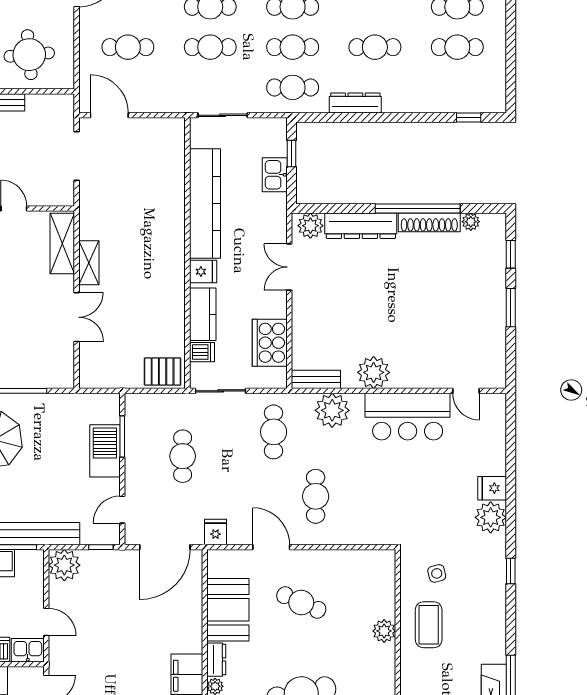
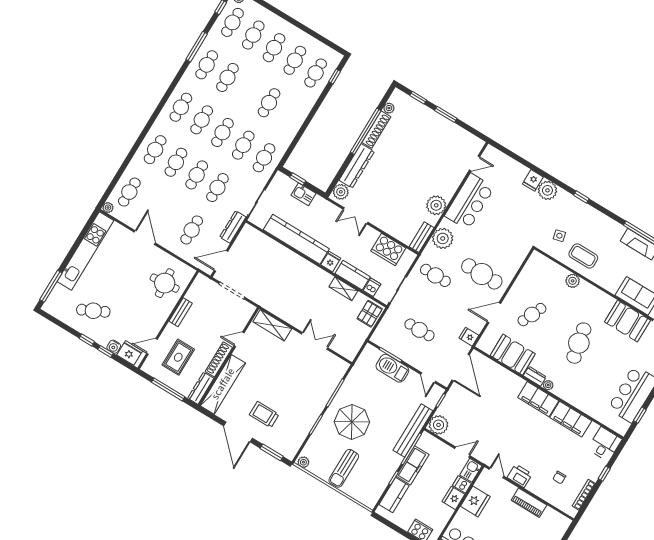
cafe table: (457, 87) -> (316, 73), added
dresser: (355, 103) -> (233, 227), moved
shelving: (89, 263) -> (343, 289), moved
cafe table: (316, 496) -> (482, 274), width x1.37, depth x1.35

